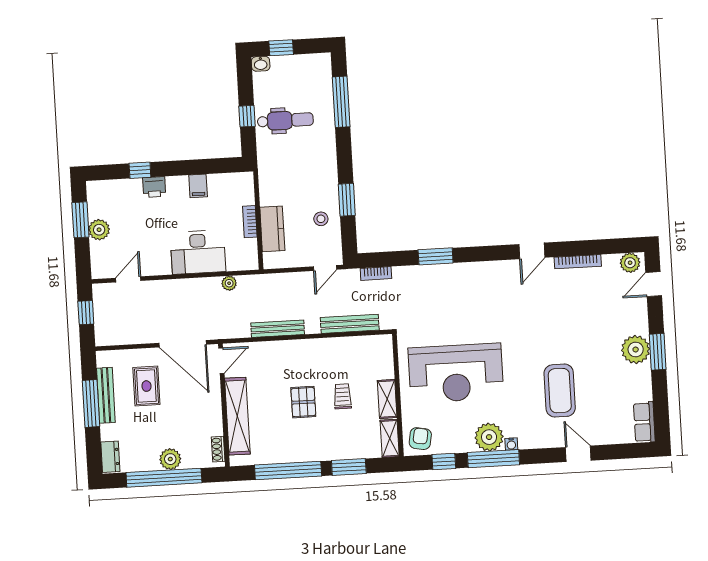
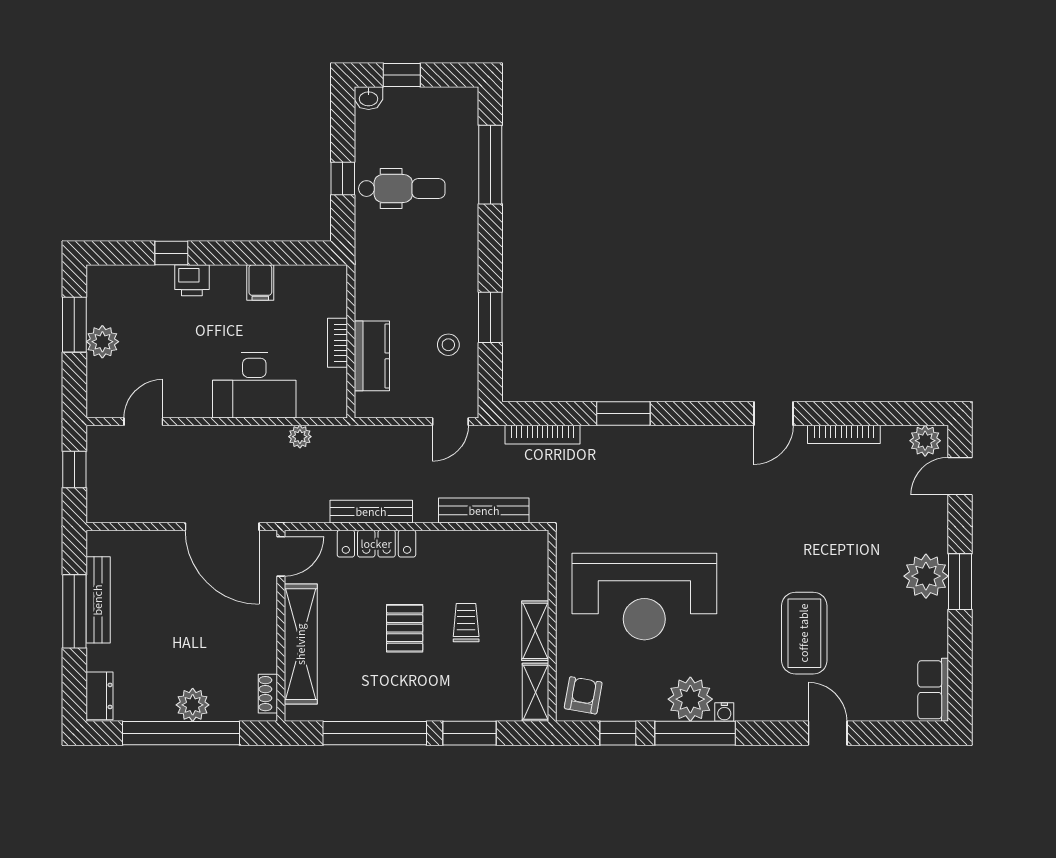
bookcase: (376, 274) -> (542, 435), width x1.56
locker: (282, 349) -> (376, 544), added
rug: (146, 386) -> (162, 589), removed

